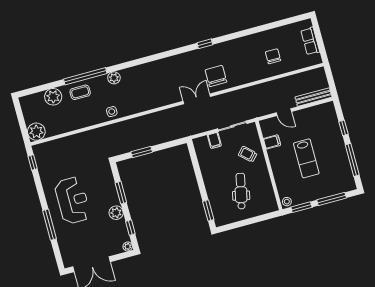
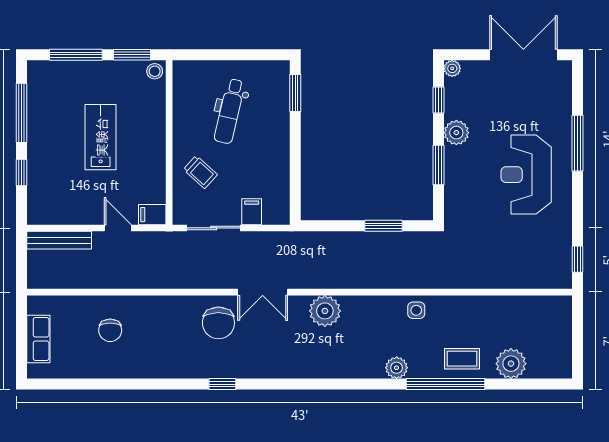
plant: (36, 132) -> (325, 311), moved
filing cabinet: (272, 142) -> (152, 215), moved

